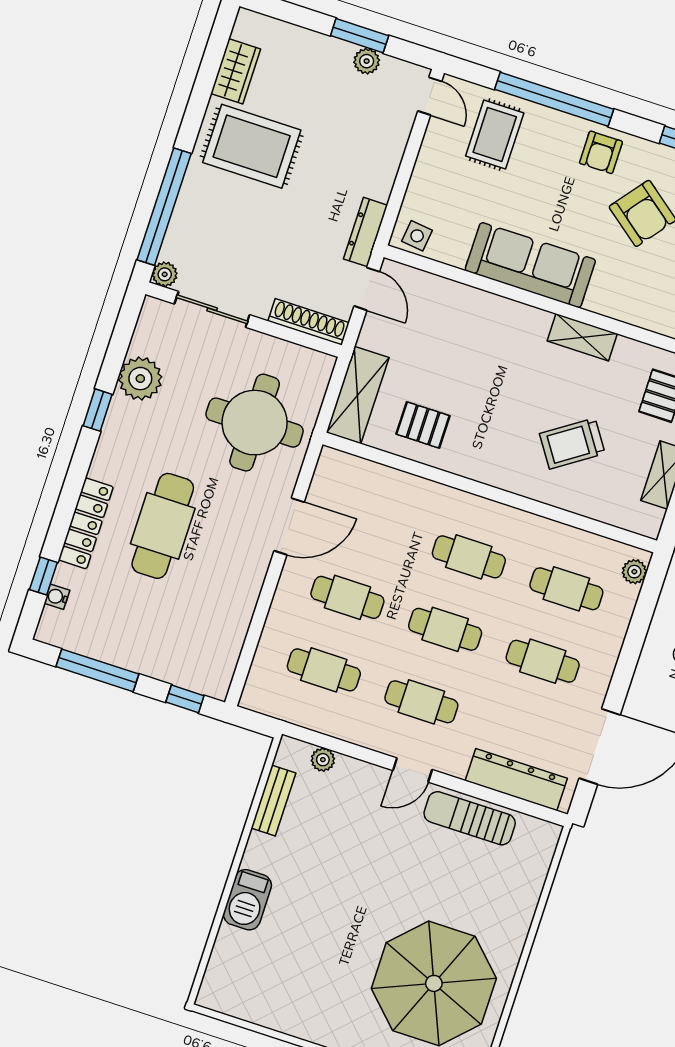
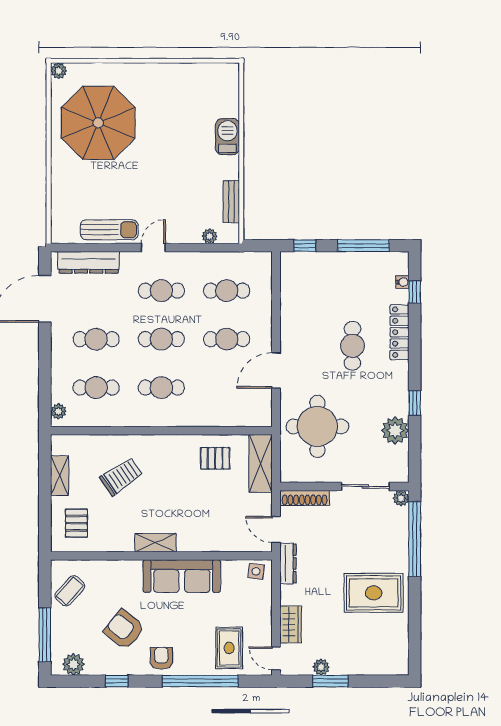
wardrobe: (236, 71) -> (291, 624), moved, turned 180
shelving: (582, 337) -> (156, 543), moved
cafe table: (163, 526) -> (352, 346), width x0.73, depth x0.74

